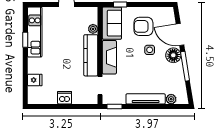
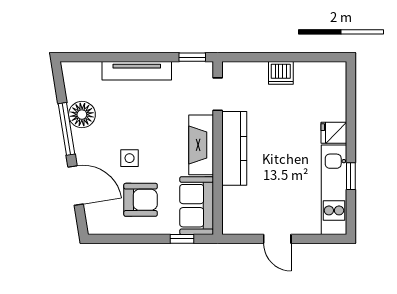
plant: (93, 29) -> (230, 195), removed
floor lamp: (173, 55) -> (82, 115), moved
fridge: (35, 80) -> (334, 133), moved
plant: (171, 99) -> (91, 70), removed

